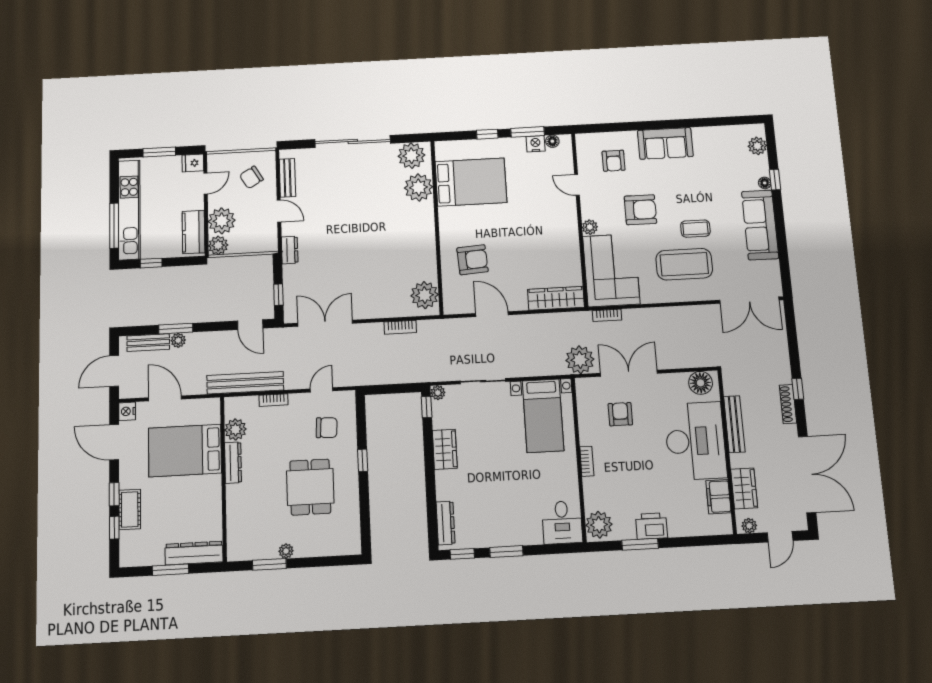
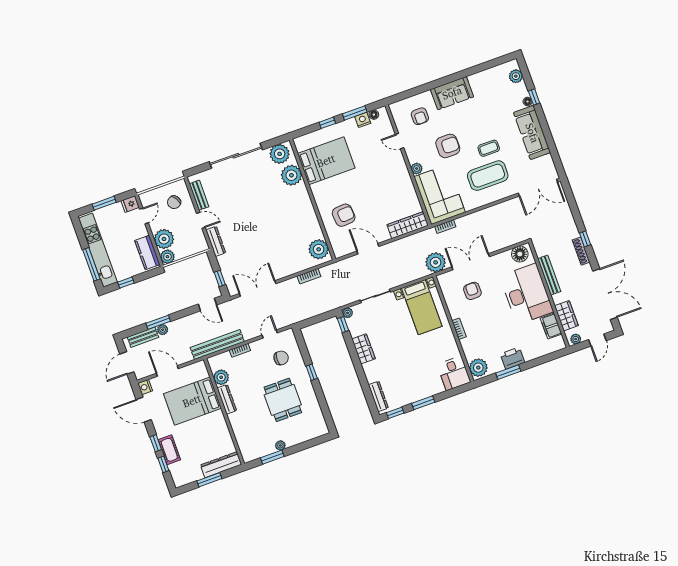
dresser: (290, 250) -> (216, 241), width x1.44

